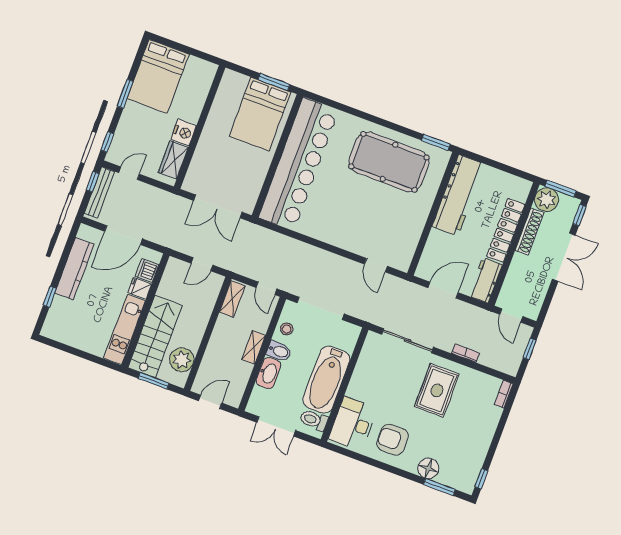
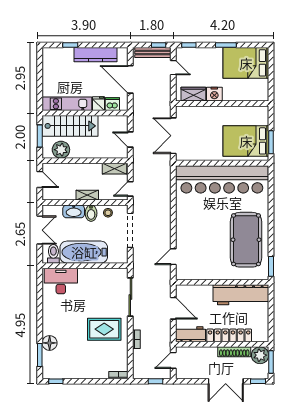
double door: (276, 426) -> (40, 230), swing flipped
armchair: (393, 440) -> (60, 312), removed

